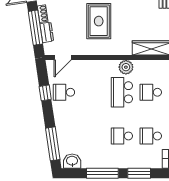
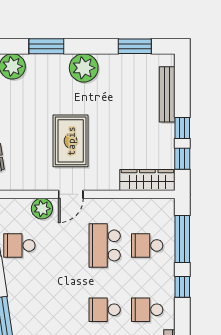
door: (63, 58) -> (71, 194), moved
plant: (126, 67) -> (42, 209), moved

